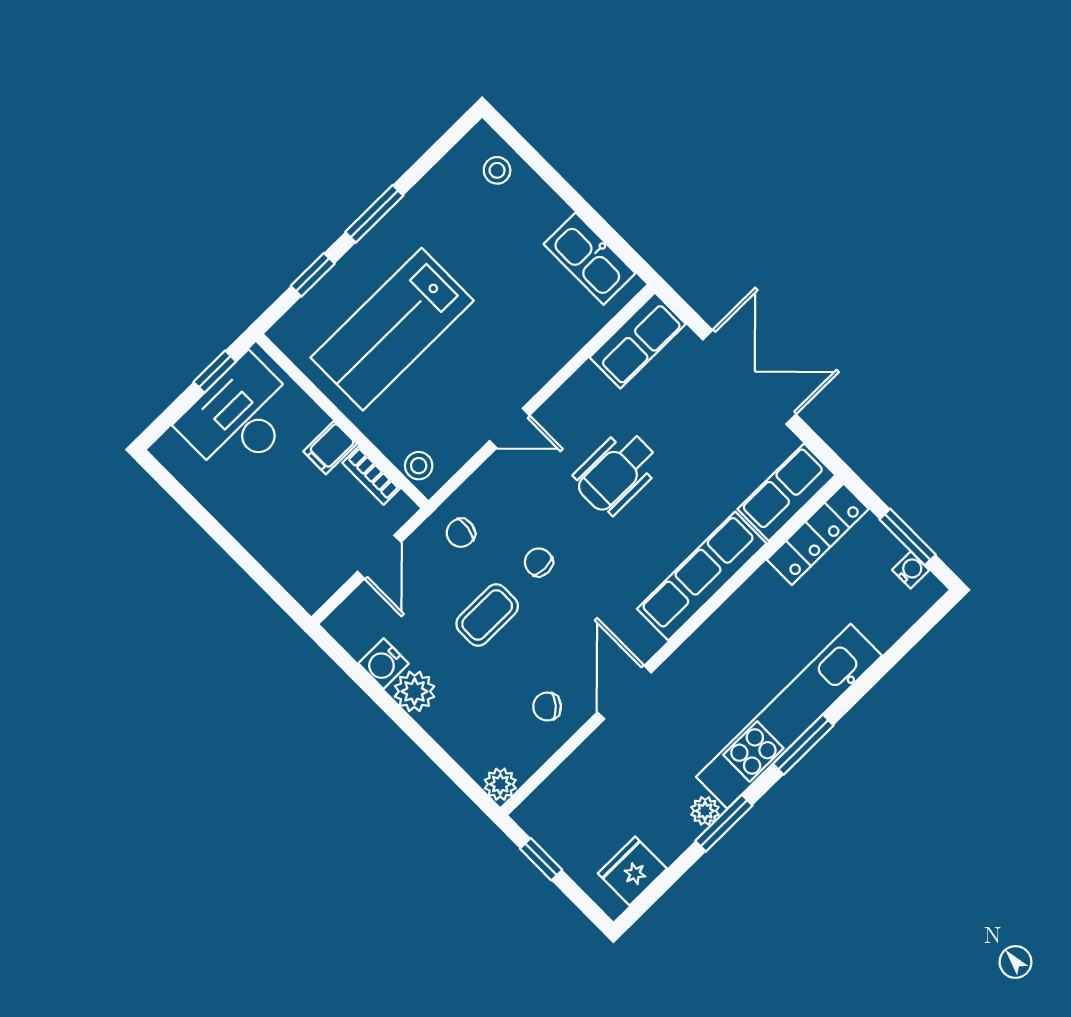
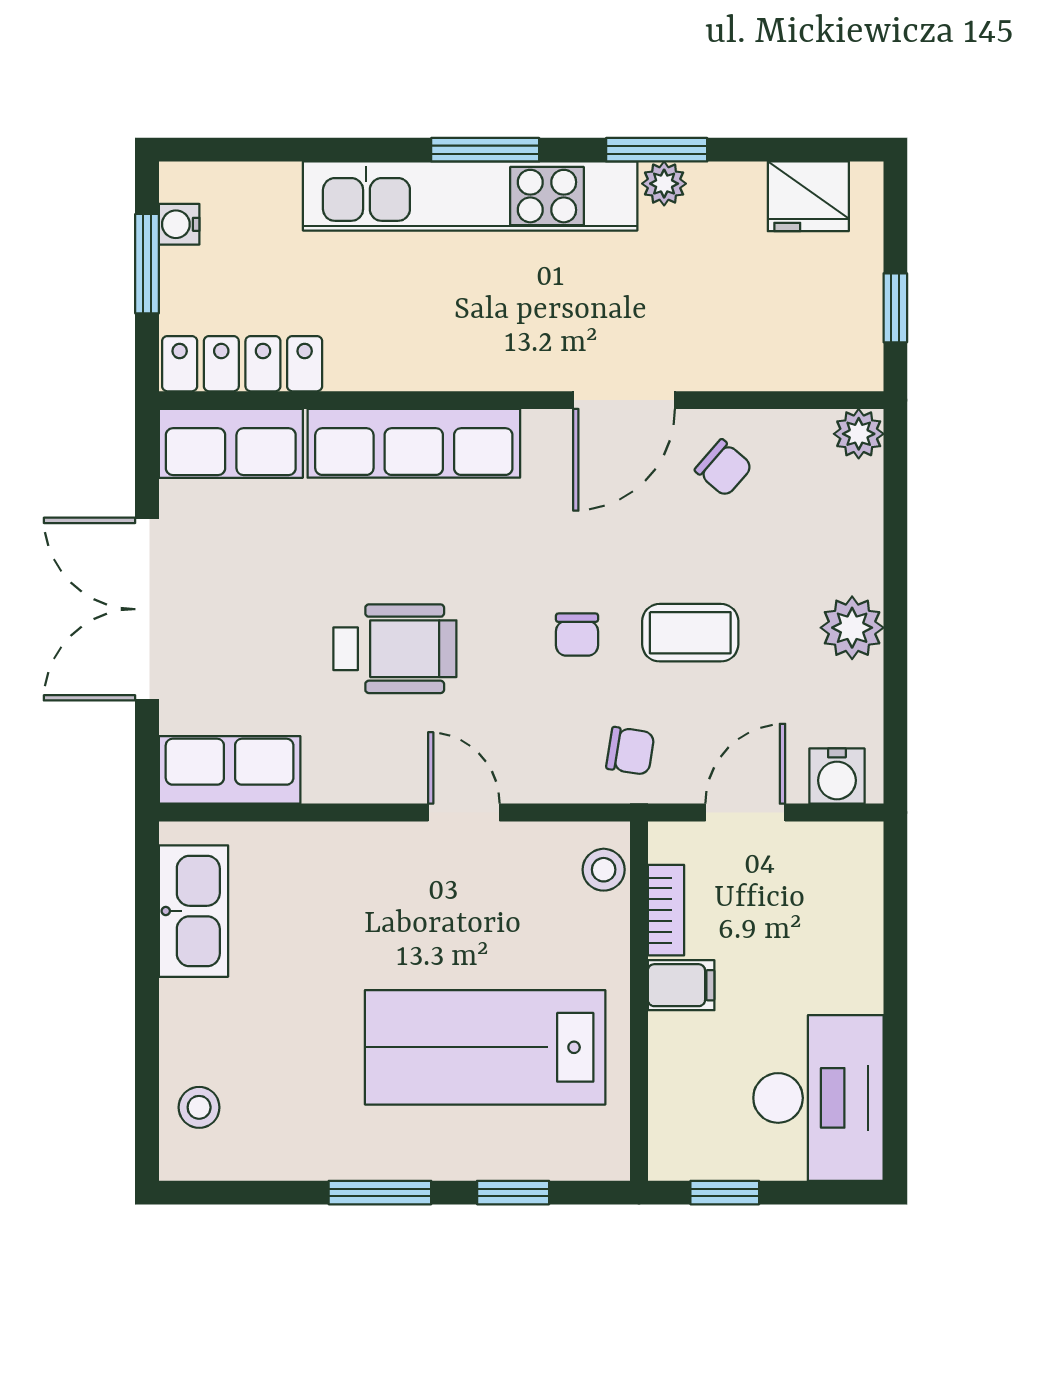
lab bench: (392, 329) -> (485, 1047), turned 180
desk: (240, 417) -> (818, 1098), moved, turned -90
water cooler: (384, 664) -> (837, 776), moved, turned 90

